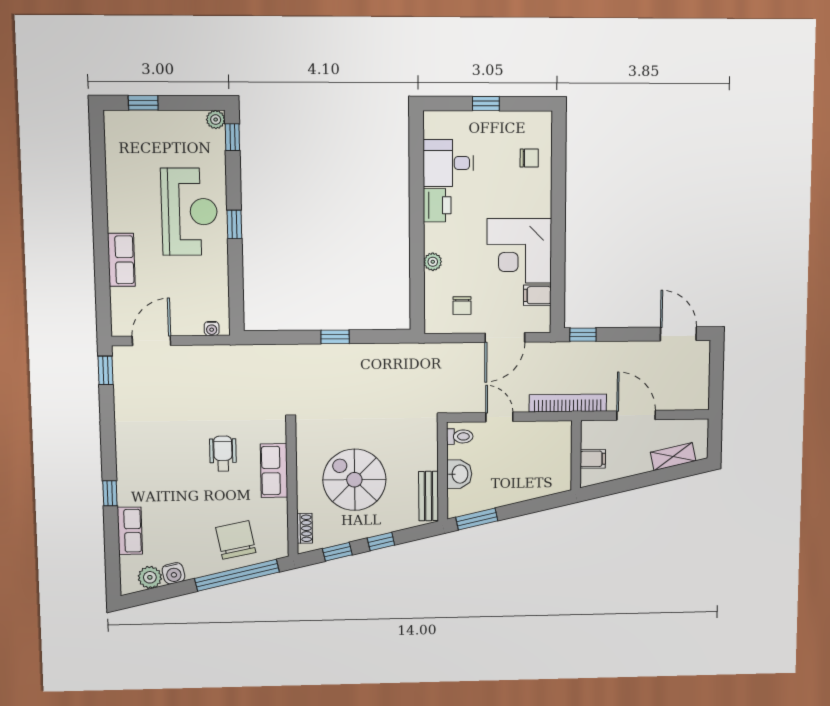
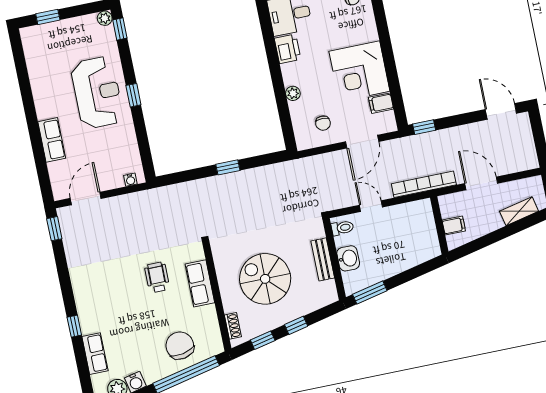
bench: (429, 496) -> (323, 259), moved

